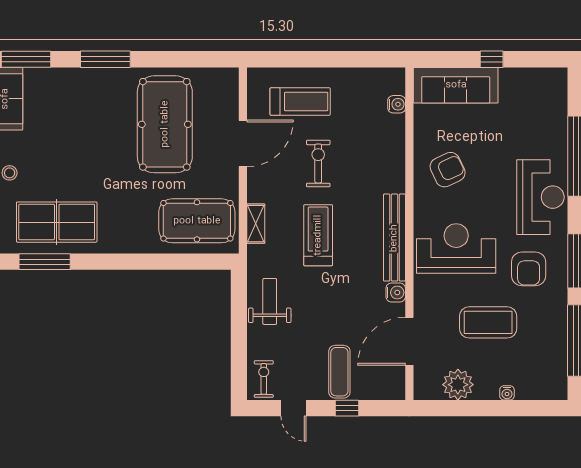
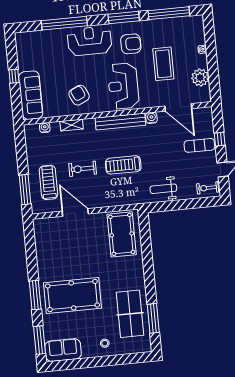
window: (292, 59) -> (25, 189), added
pool table: (165, 124) -> (72, 295), moved
shelving: (256, 224) -> (72, 125), moved

